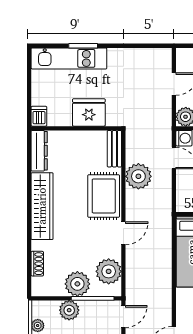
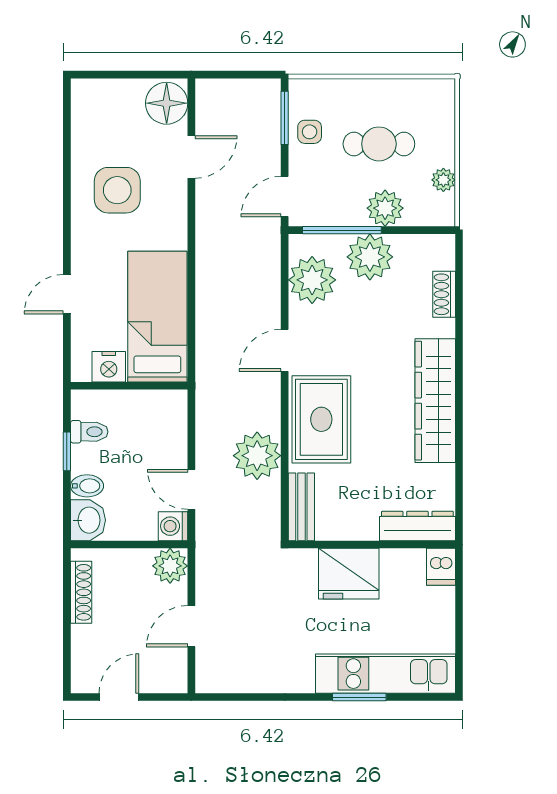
dresser: (39, 151) -> (417, 526), moved, turned 90

